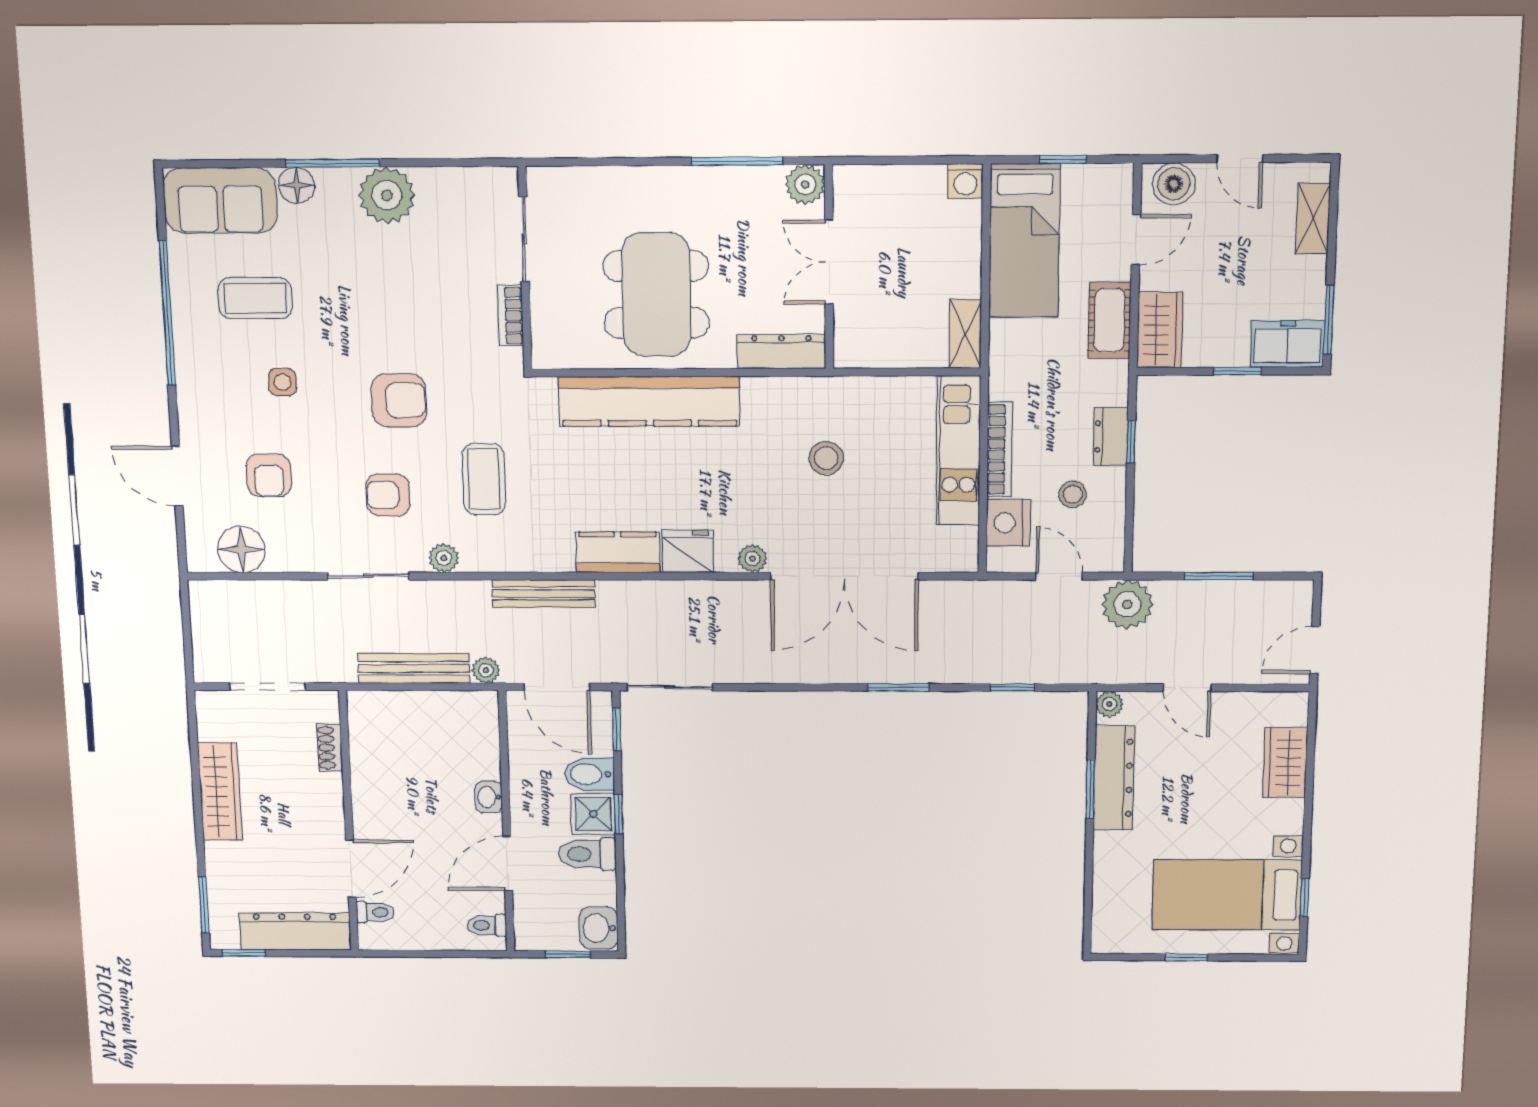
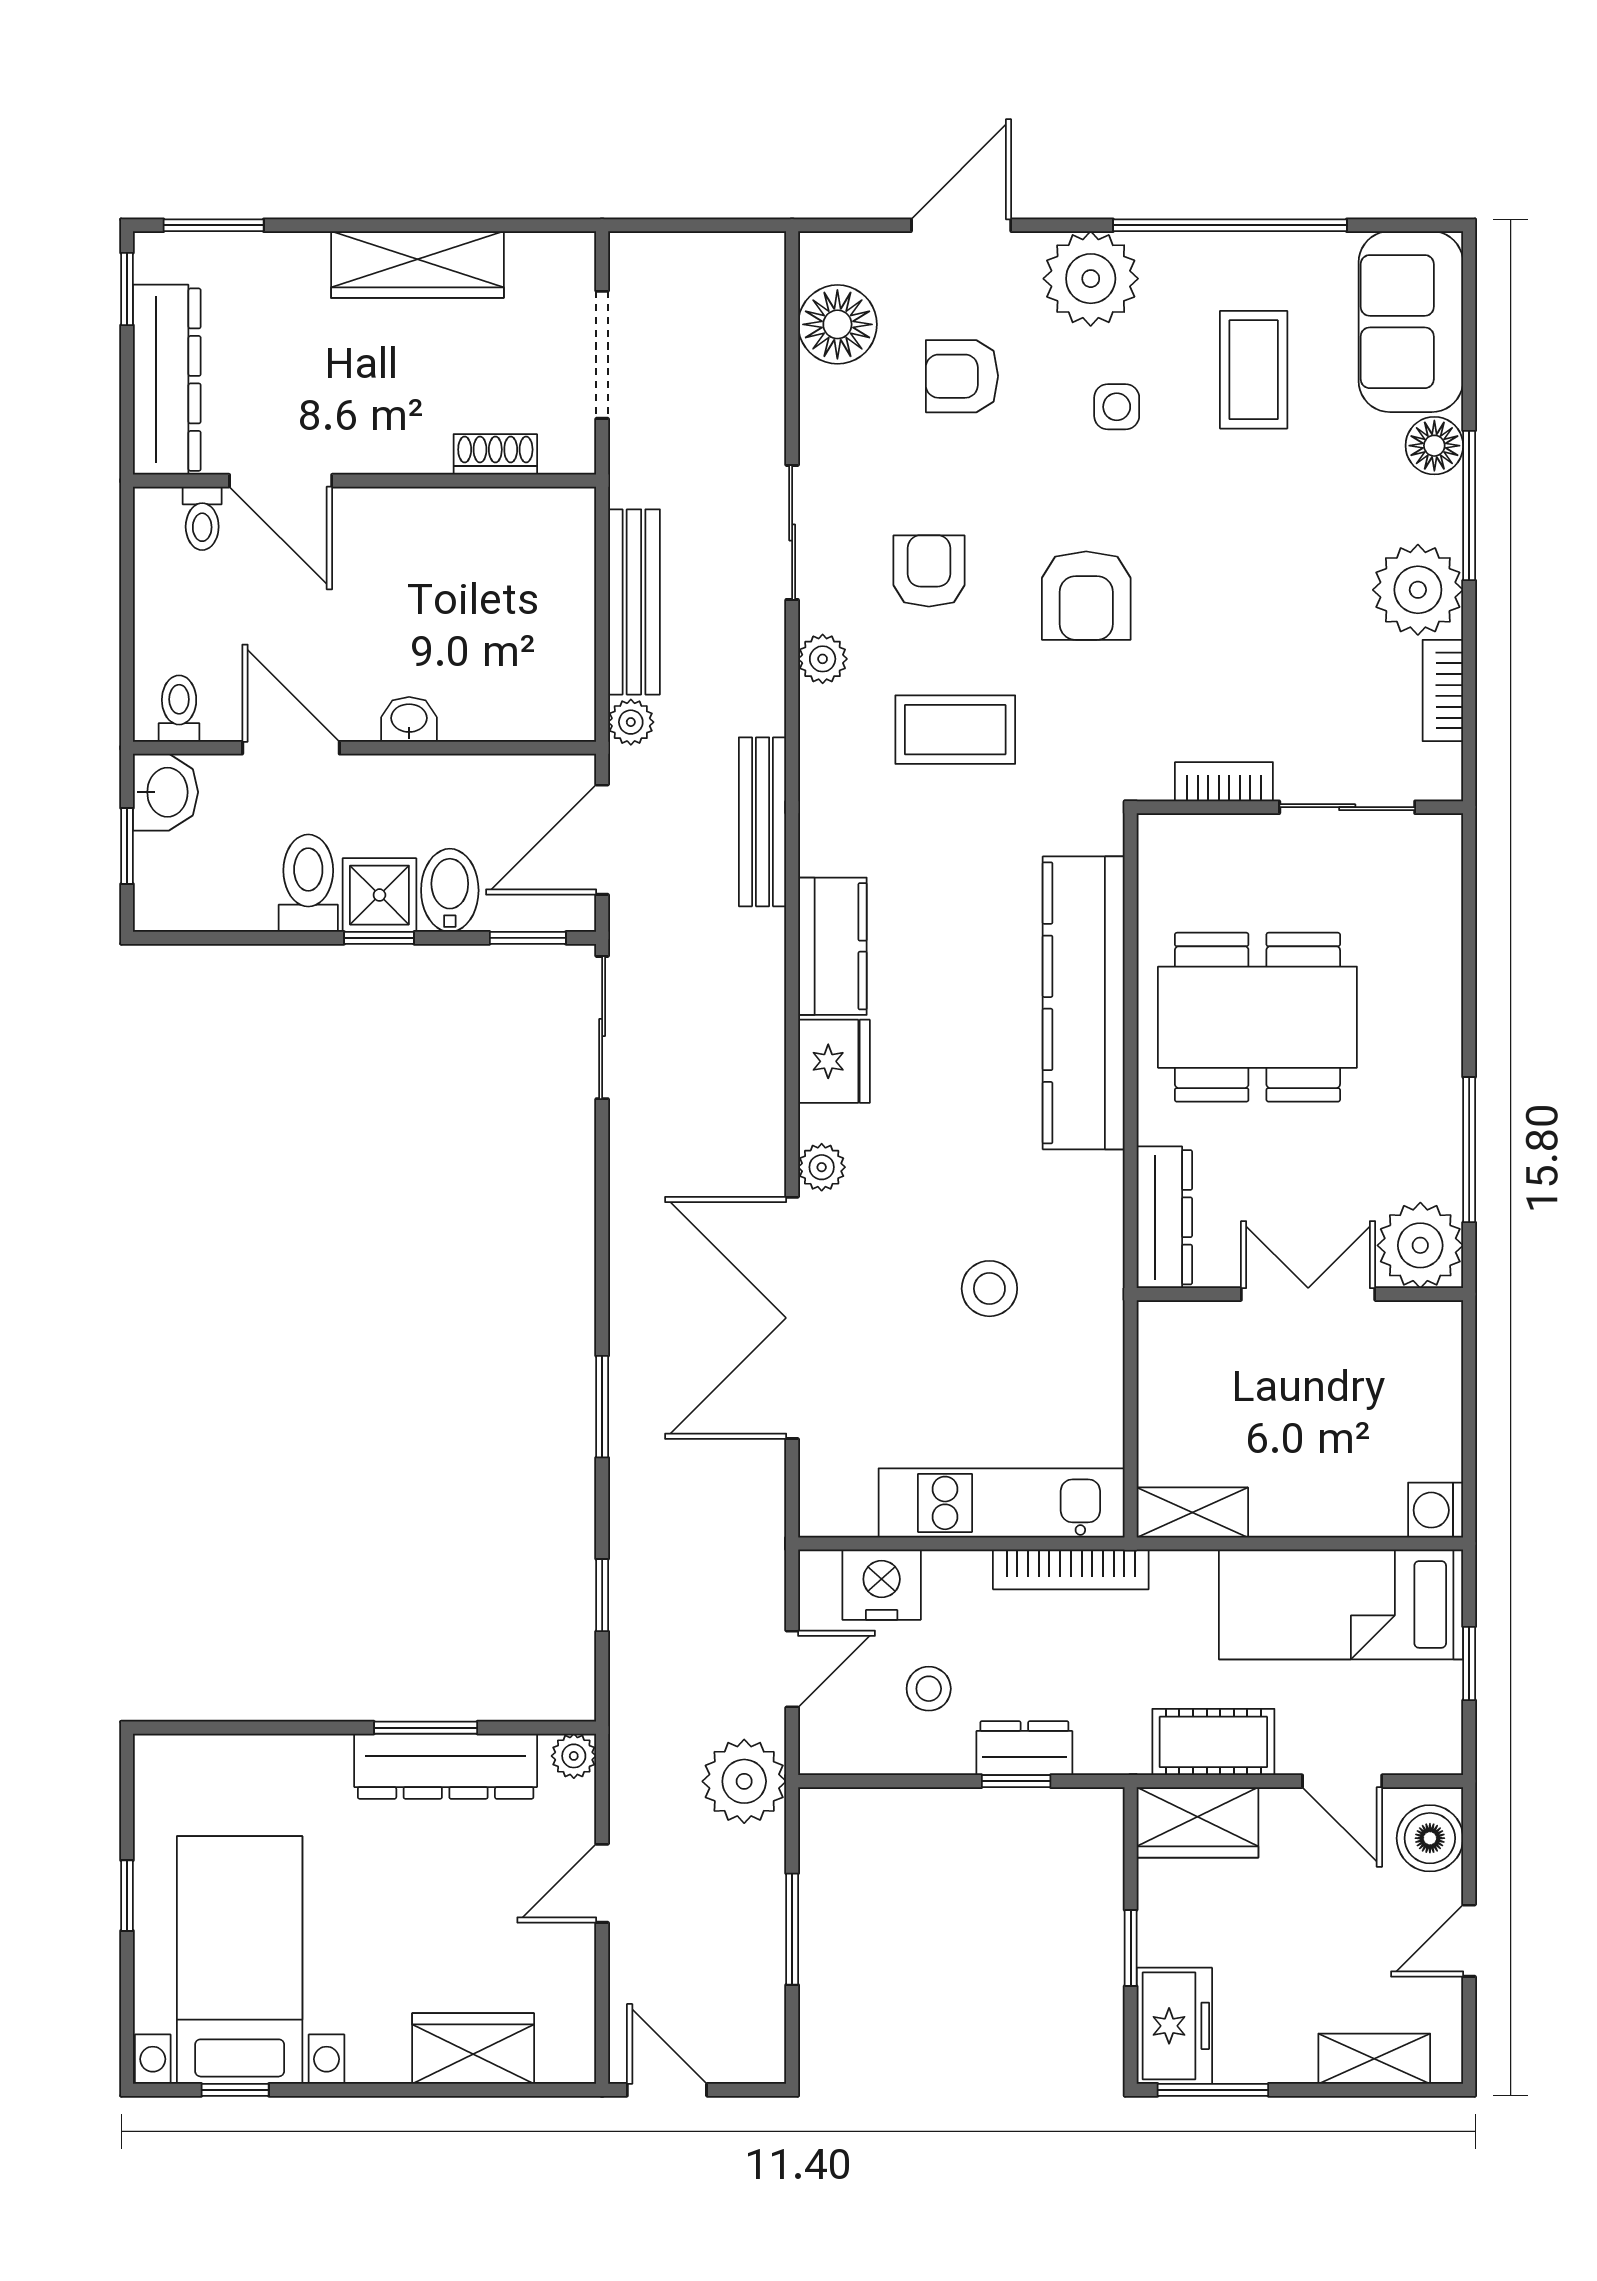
bookcase: (449, 179) -> (1443, 690), added
plant: (805, 184) -> (1420, 1245), width x1.36, depth x1.36
plant: (205, 398) -> (1091, 279), added
bookcase: (1000, 449) -> (1071, 1569), moved
washbasin: (599, 928) -> (165, 792), moved, turned 90

